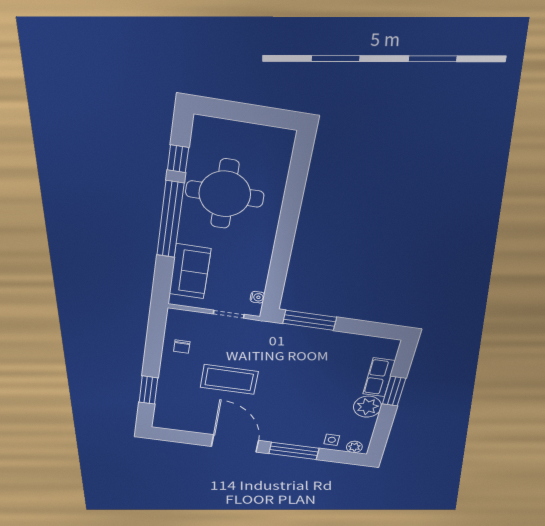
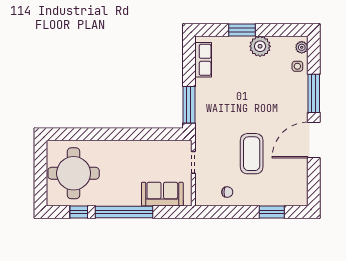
round table: (225, 194) -> (74, 173), moved
water cooler: (257, 297) -> (176, 145), removed
row of seats: (379, 377) -> (203, 60), moved, turned -90

